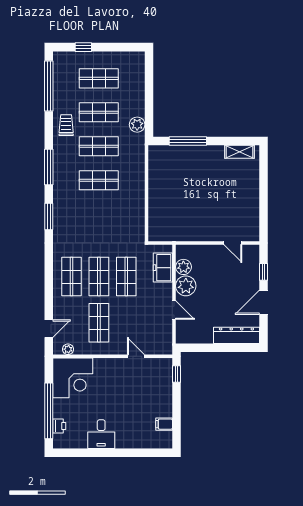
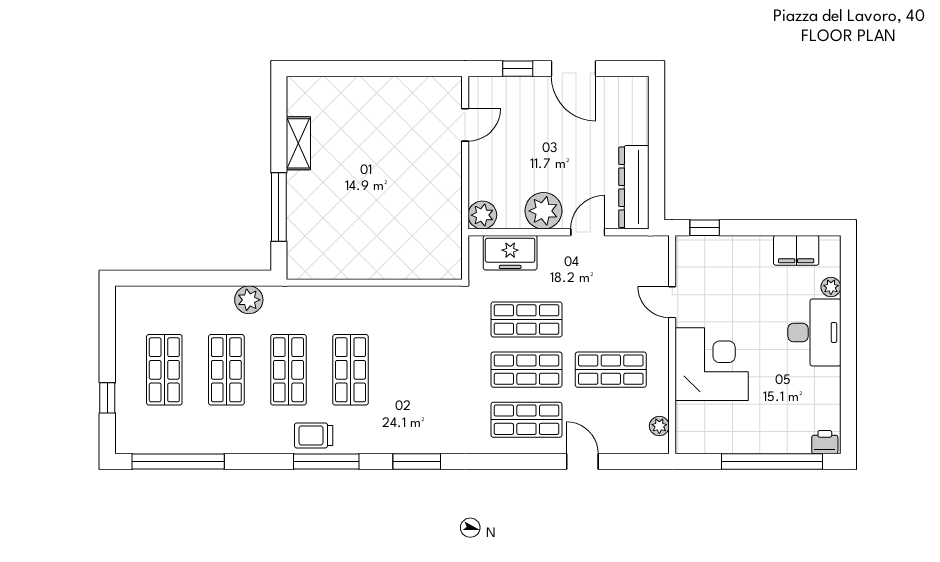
trolley: (66, 125) -> (314, 435), moved
shelving: (240, 152) -> (298, 143), moved
plant: (183, 267) -> (482, 215), moved
door: (49, 329) -> (582, 461), moved
dresser: (236, 335) -> (634, 187), moved
door: (136, 356) -> (672, 302), hinge flipped
corner desk: (73, 378) -> (712, 364), moved
filing cabinet: (164, 424) -> (796, 250), width x2.00
printer: (59, 426) -> (825, 442), moved
desk: (101, 434) -> (814, 332), moved, width x1.37
plant: (144, 443) -> (831, 287), added

